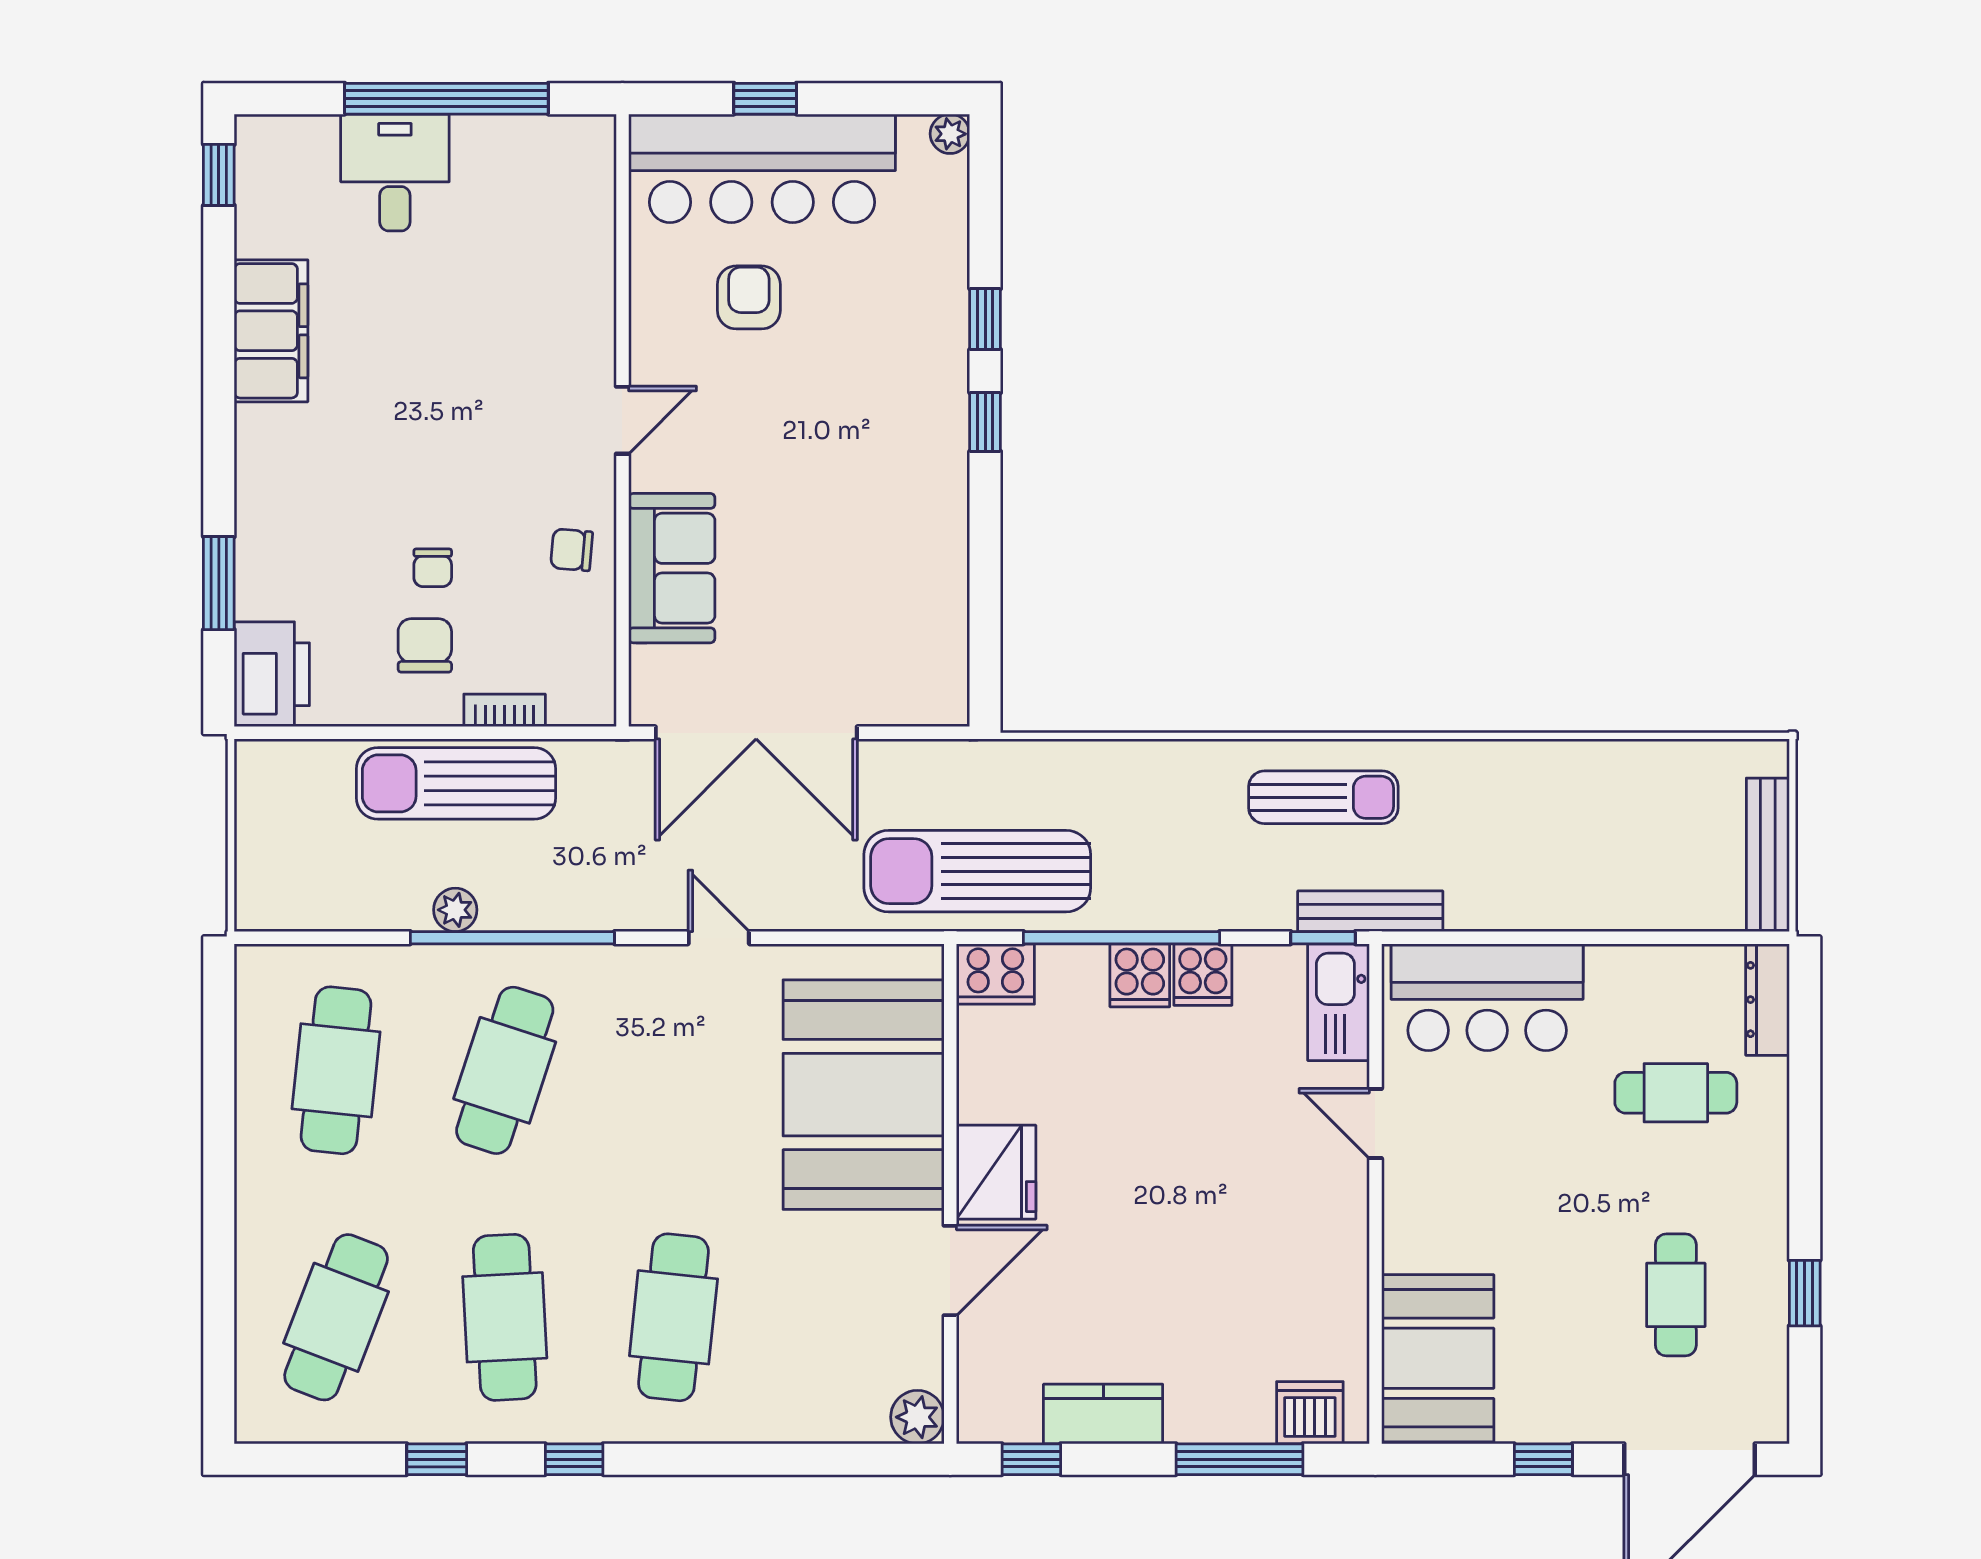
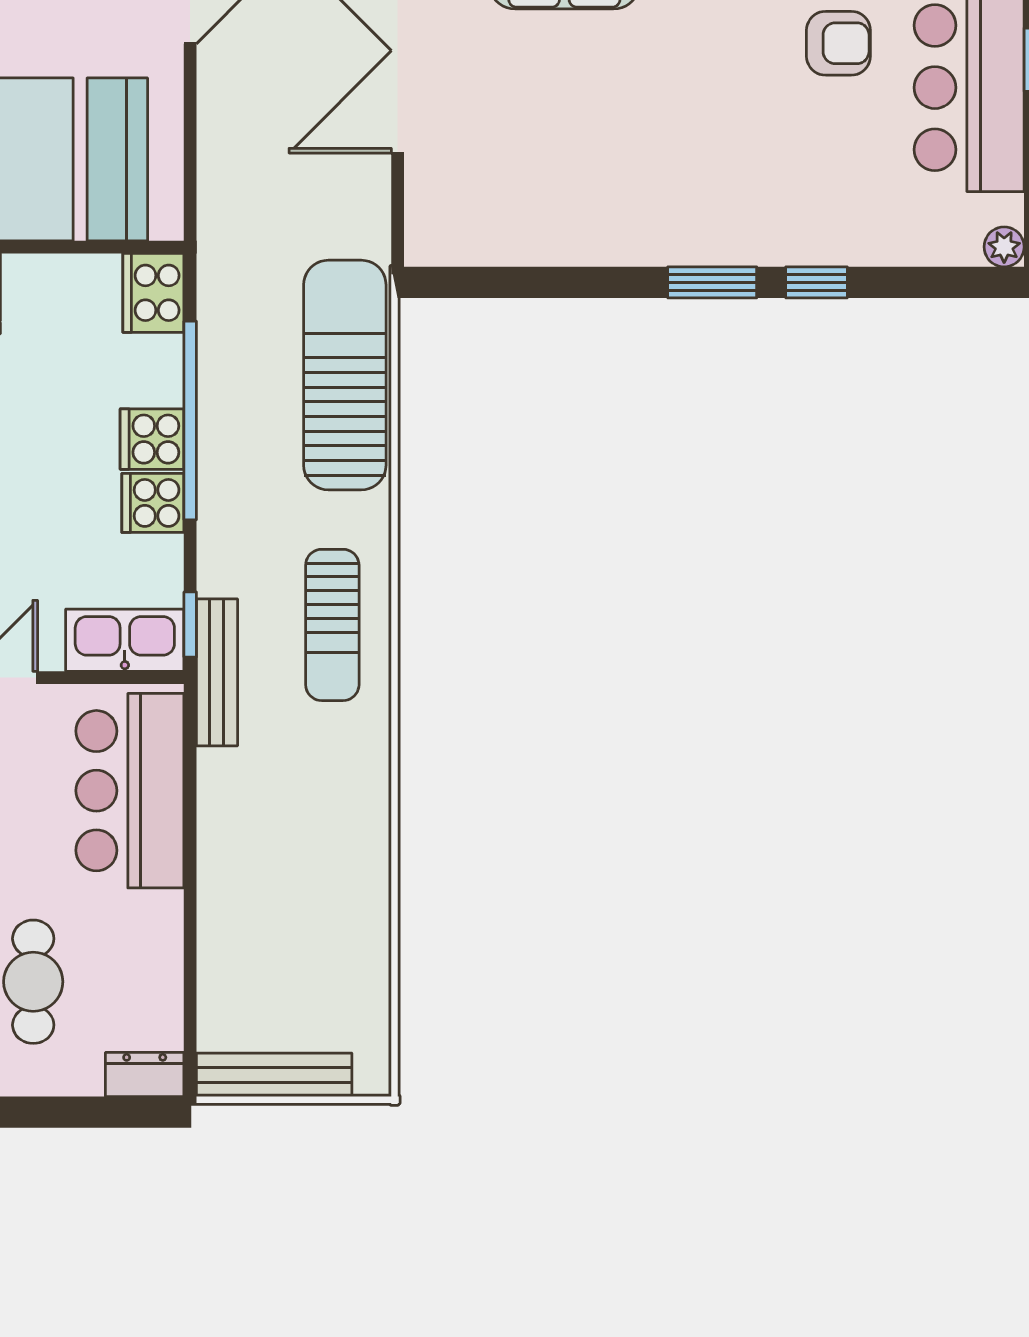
window: (985, 422) -> (712, 282), width x1.50
sun lounger: (977, 871) -> (345, 375), moved
dresser: (1767, 1000) -> (145, 1075), width x0.70

